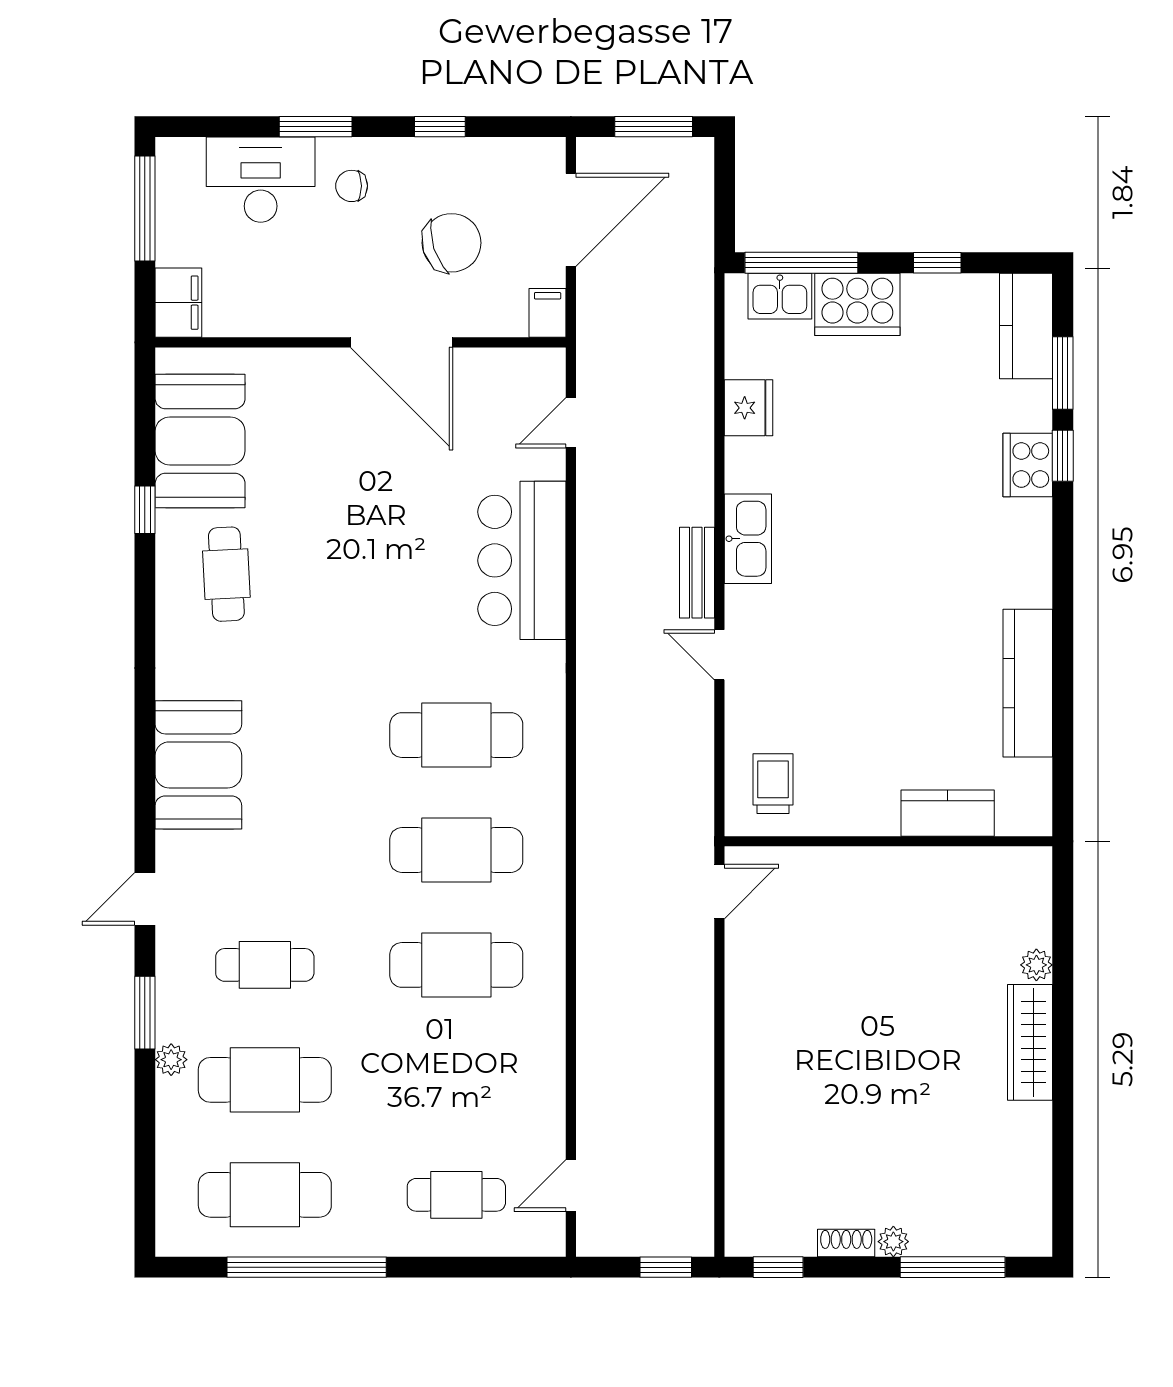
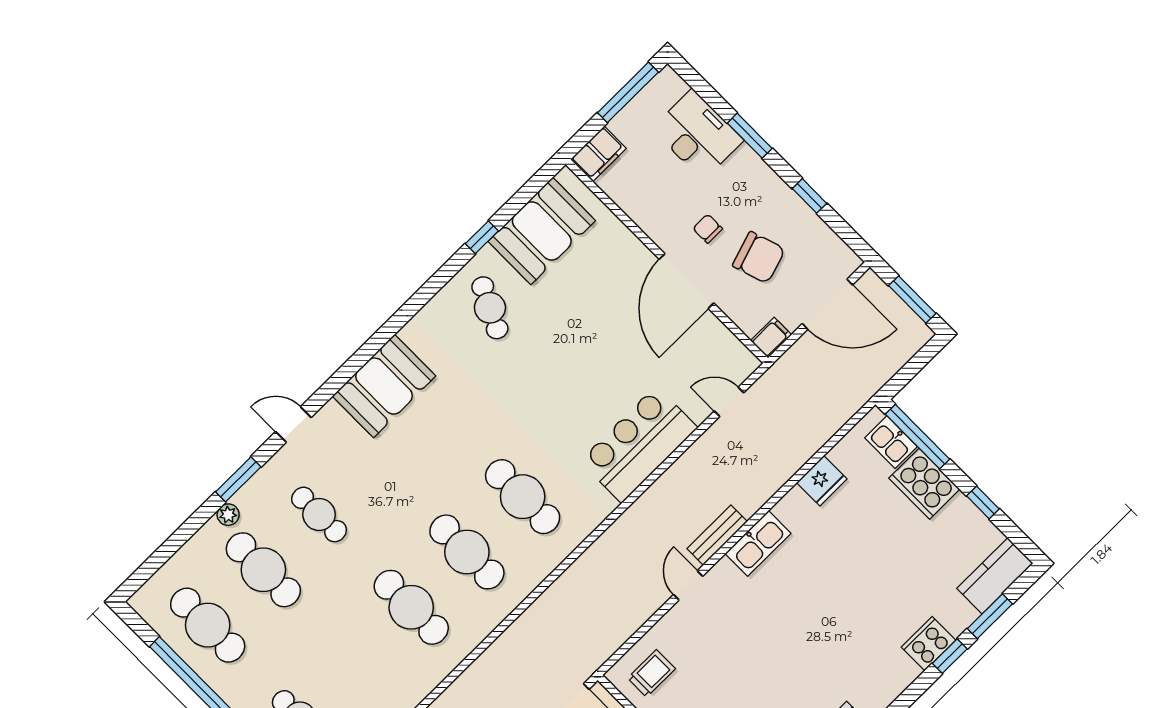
chair: (352, 186) -> (708, 229), moved
cafe table: (226, 574) -> (490, 308), turned -61

